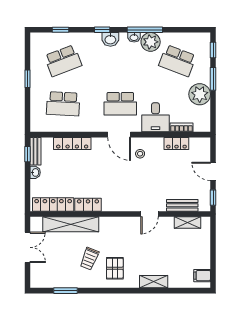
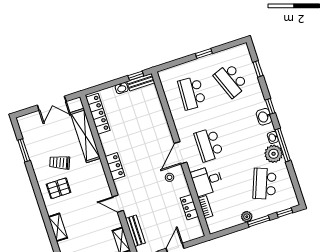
plant: (200, 94) -> (247, 217), width x0.53, depth x0.53
locker: (72, 143) -> (159, 113), removed
locker: (88, 205) -> (115, 166), moved

